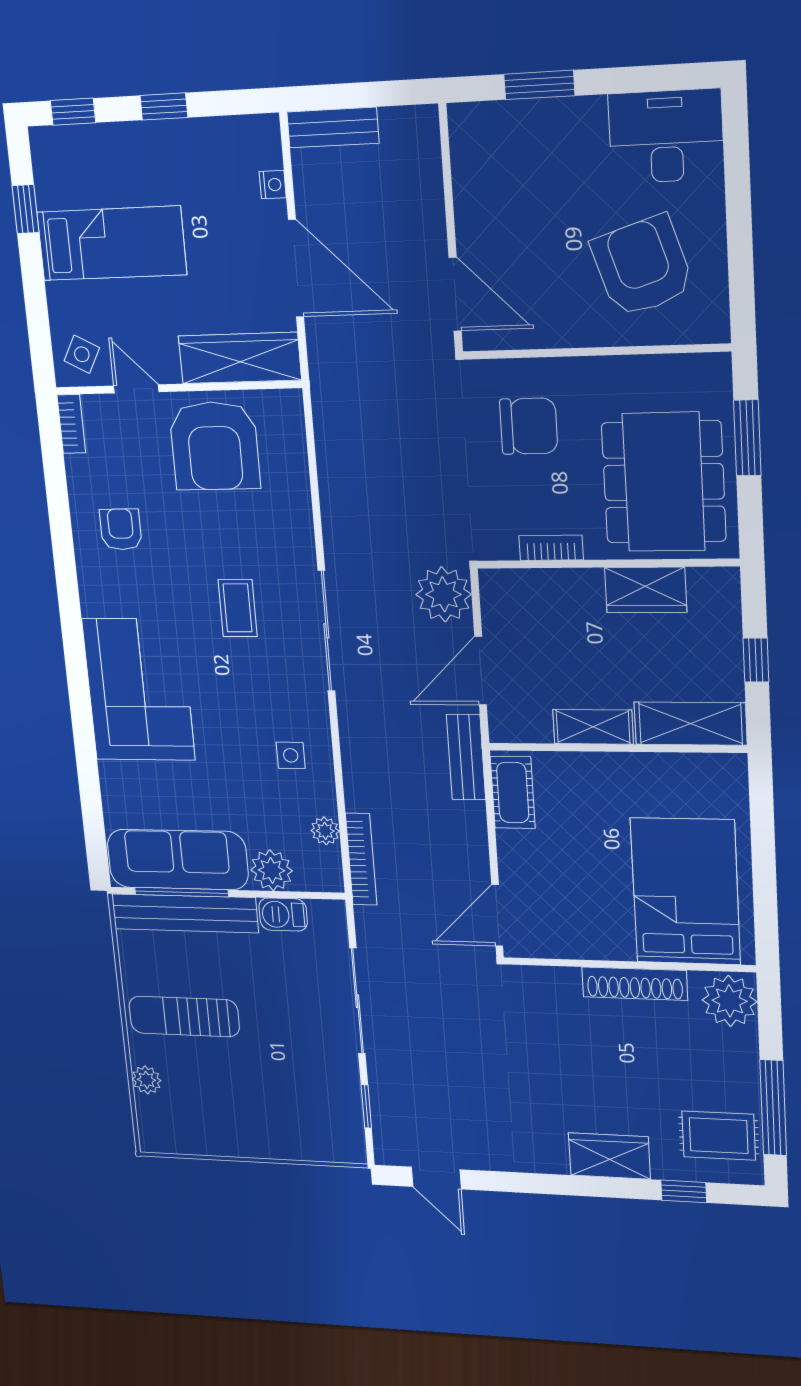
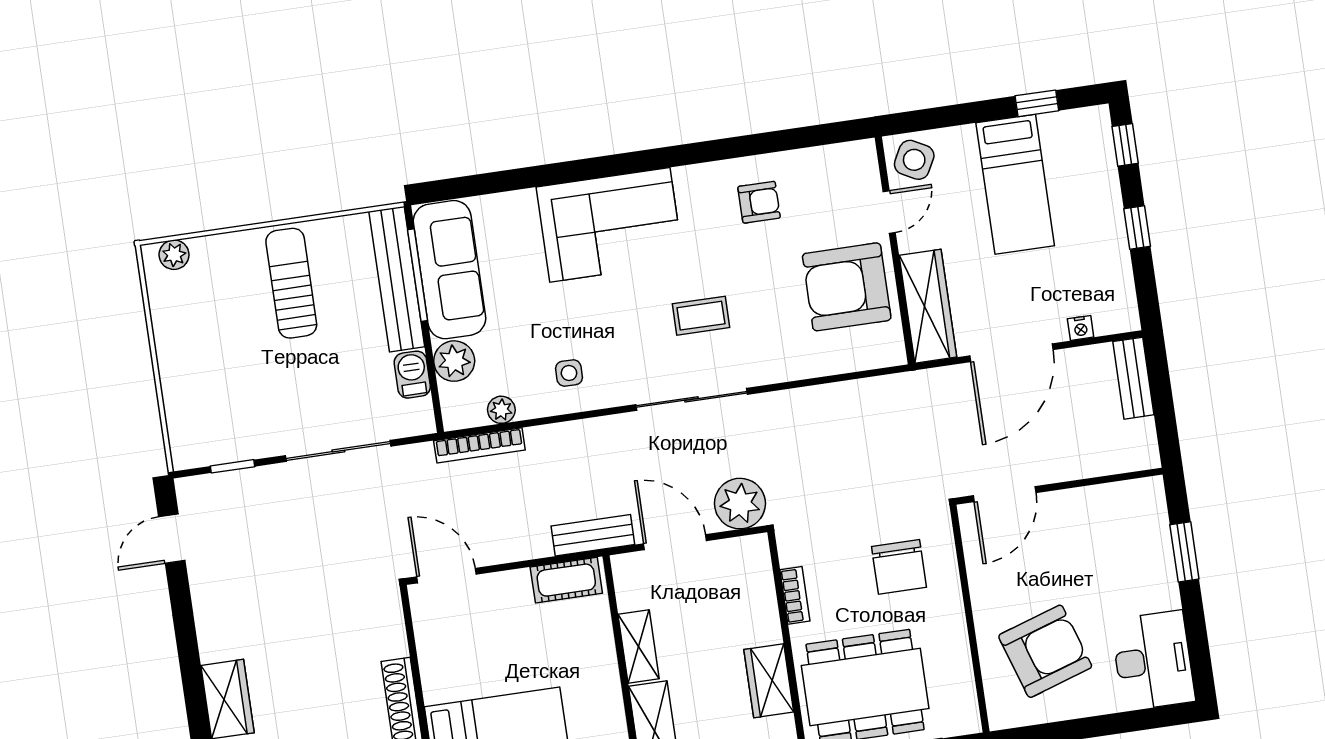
side table: (82, 354) -> (914, 160), width x1.37, depth x1.37
bookcase: (71, 424) -> (850, 152), removed
plant: (146, 1080) -> (174, 255), moved

